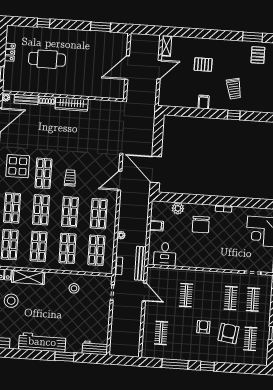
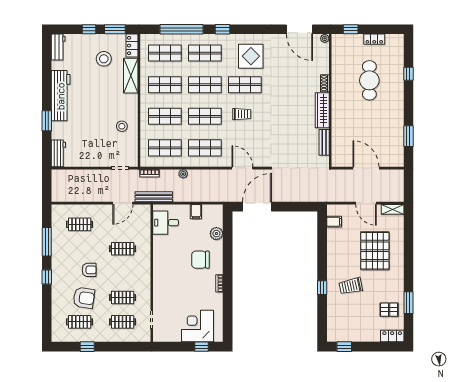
pallet: (203, 65) -> (375, 251), width x2.05, depth x2.00
bench: (26, 99) -> (324, 142), moved
filing cabinet: (204, 102) -> (334, 222), moved

